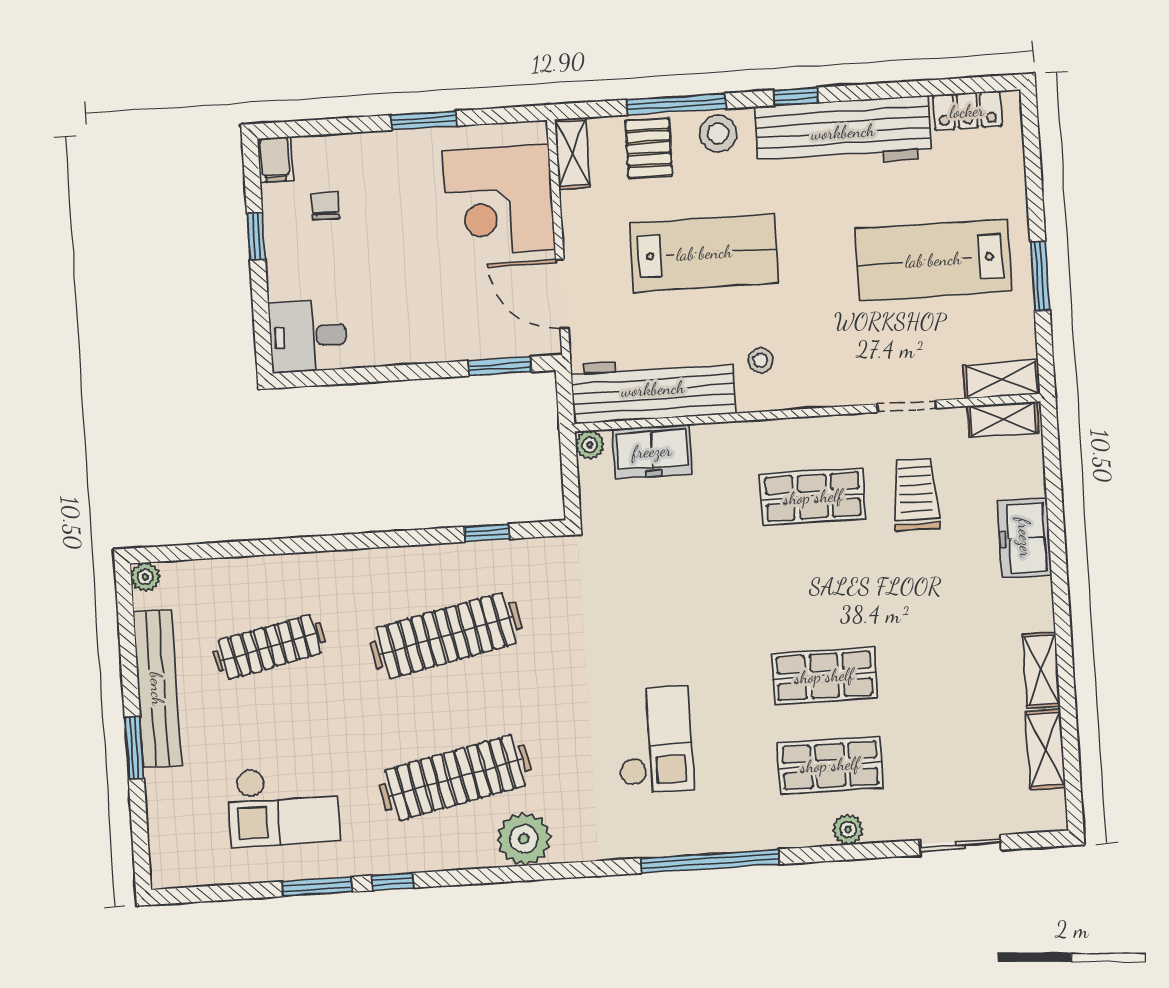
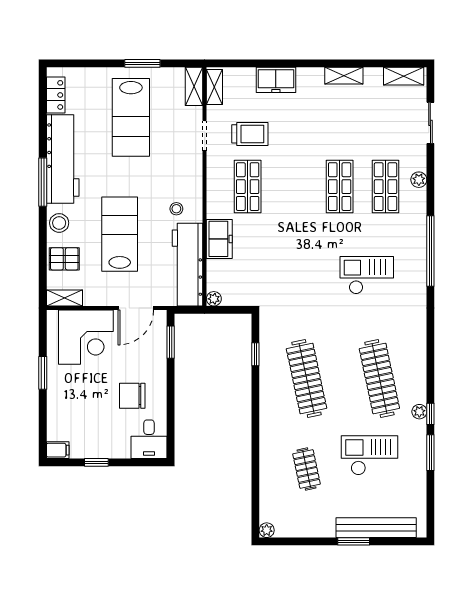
window: (796, 96) -> (43, 182), width x2.17
window: (676, 104) -> (43, 243), removed
chair: (325, 206) -> (132, 396), moved, width x1.87, depth x1.87
freezer: (652, 451) -> (219, 239), moved
trolley: (916, 494) -> (250, 134), turned 180
clothes rail: (270, 647) -> (307, 469), width x0.73
bench: (157, 689) -> (376, 528), moved
shelving: (1046, 749) -> (404, 76), moved
checkout: (284, 806) -> (370, 455), moved, turned -90
plant: (524, 839) -> (419, 412), moved, width x0.53, depth x0.53

